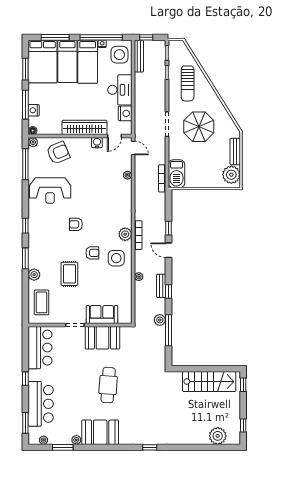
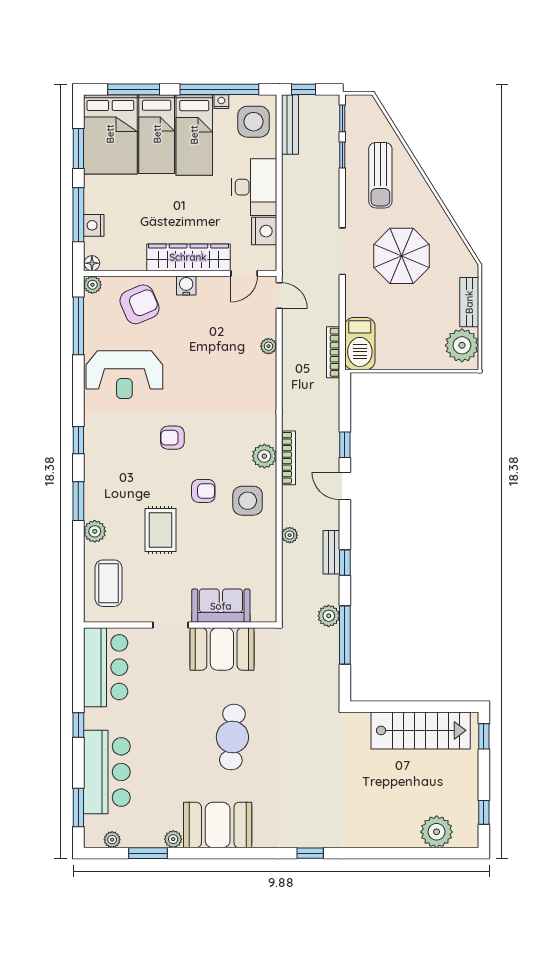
water cooler: (97, 143) -> (186, 285), moved

